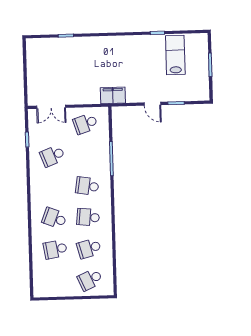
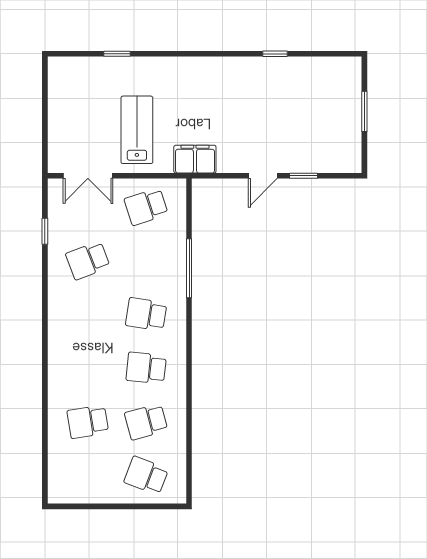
lab bench: (175, 55) -> (137, 130), moved
door: (152, 104) -> (263, 176), hinge flipped
school desk: (54, 218) -> (88, 368), removed
school desk: (90, 279) -> (146, 476), turned 45

